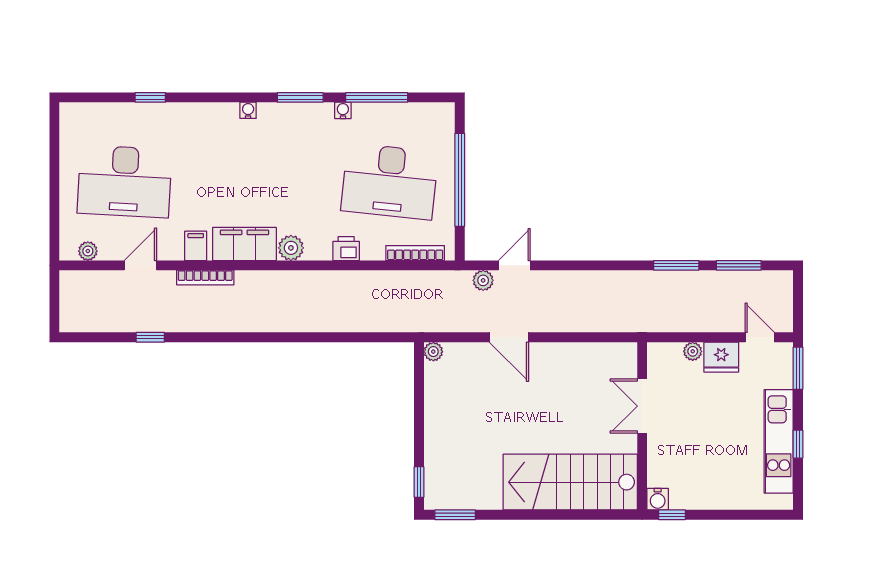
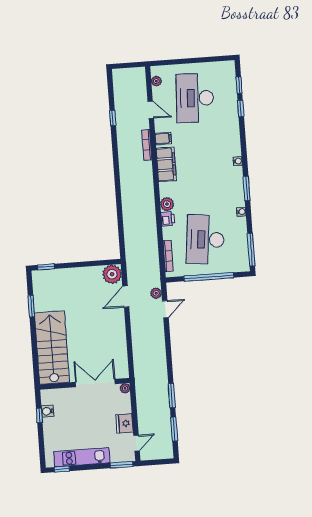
window: (107, 97) -> (239, 85), added
window: (377, 97) -> (251, 250), moved
plant: (291, 248) -> (167, 204), moved
door: (514, 265) -> (165, 309), hinge flipped
door: (509, 337) -> (126, 297), moved
plant: (693, 351) -> (125, 388), moved
plant: (433, 352) -> (112, 274), width x1.87, depth x1.87
double door: (642, 406) -> (95, 383), width x1.37
window: (798, 444) -> (62, 469), moved
water cooler: (658, 499) -> (47, 411), moved
window: (455, 515) -> (31, 306), moved
window: (672, 515) -> (39, 415), moved

